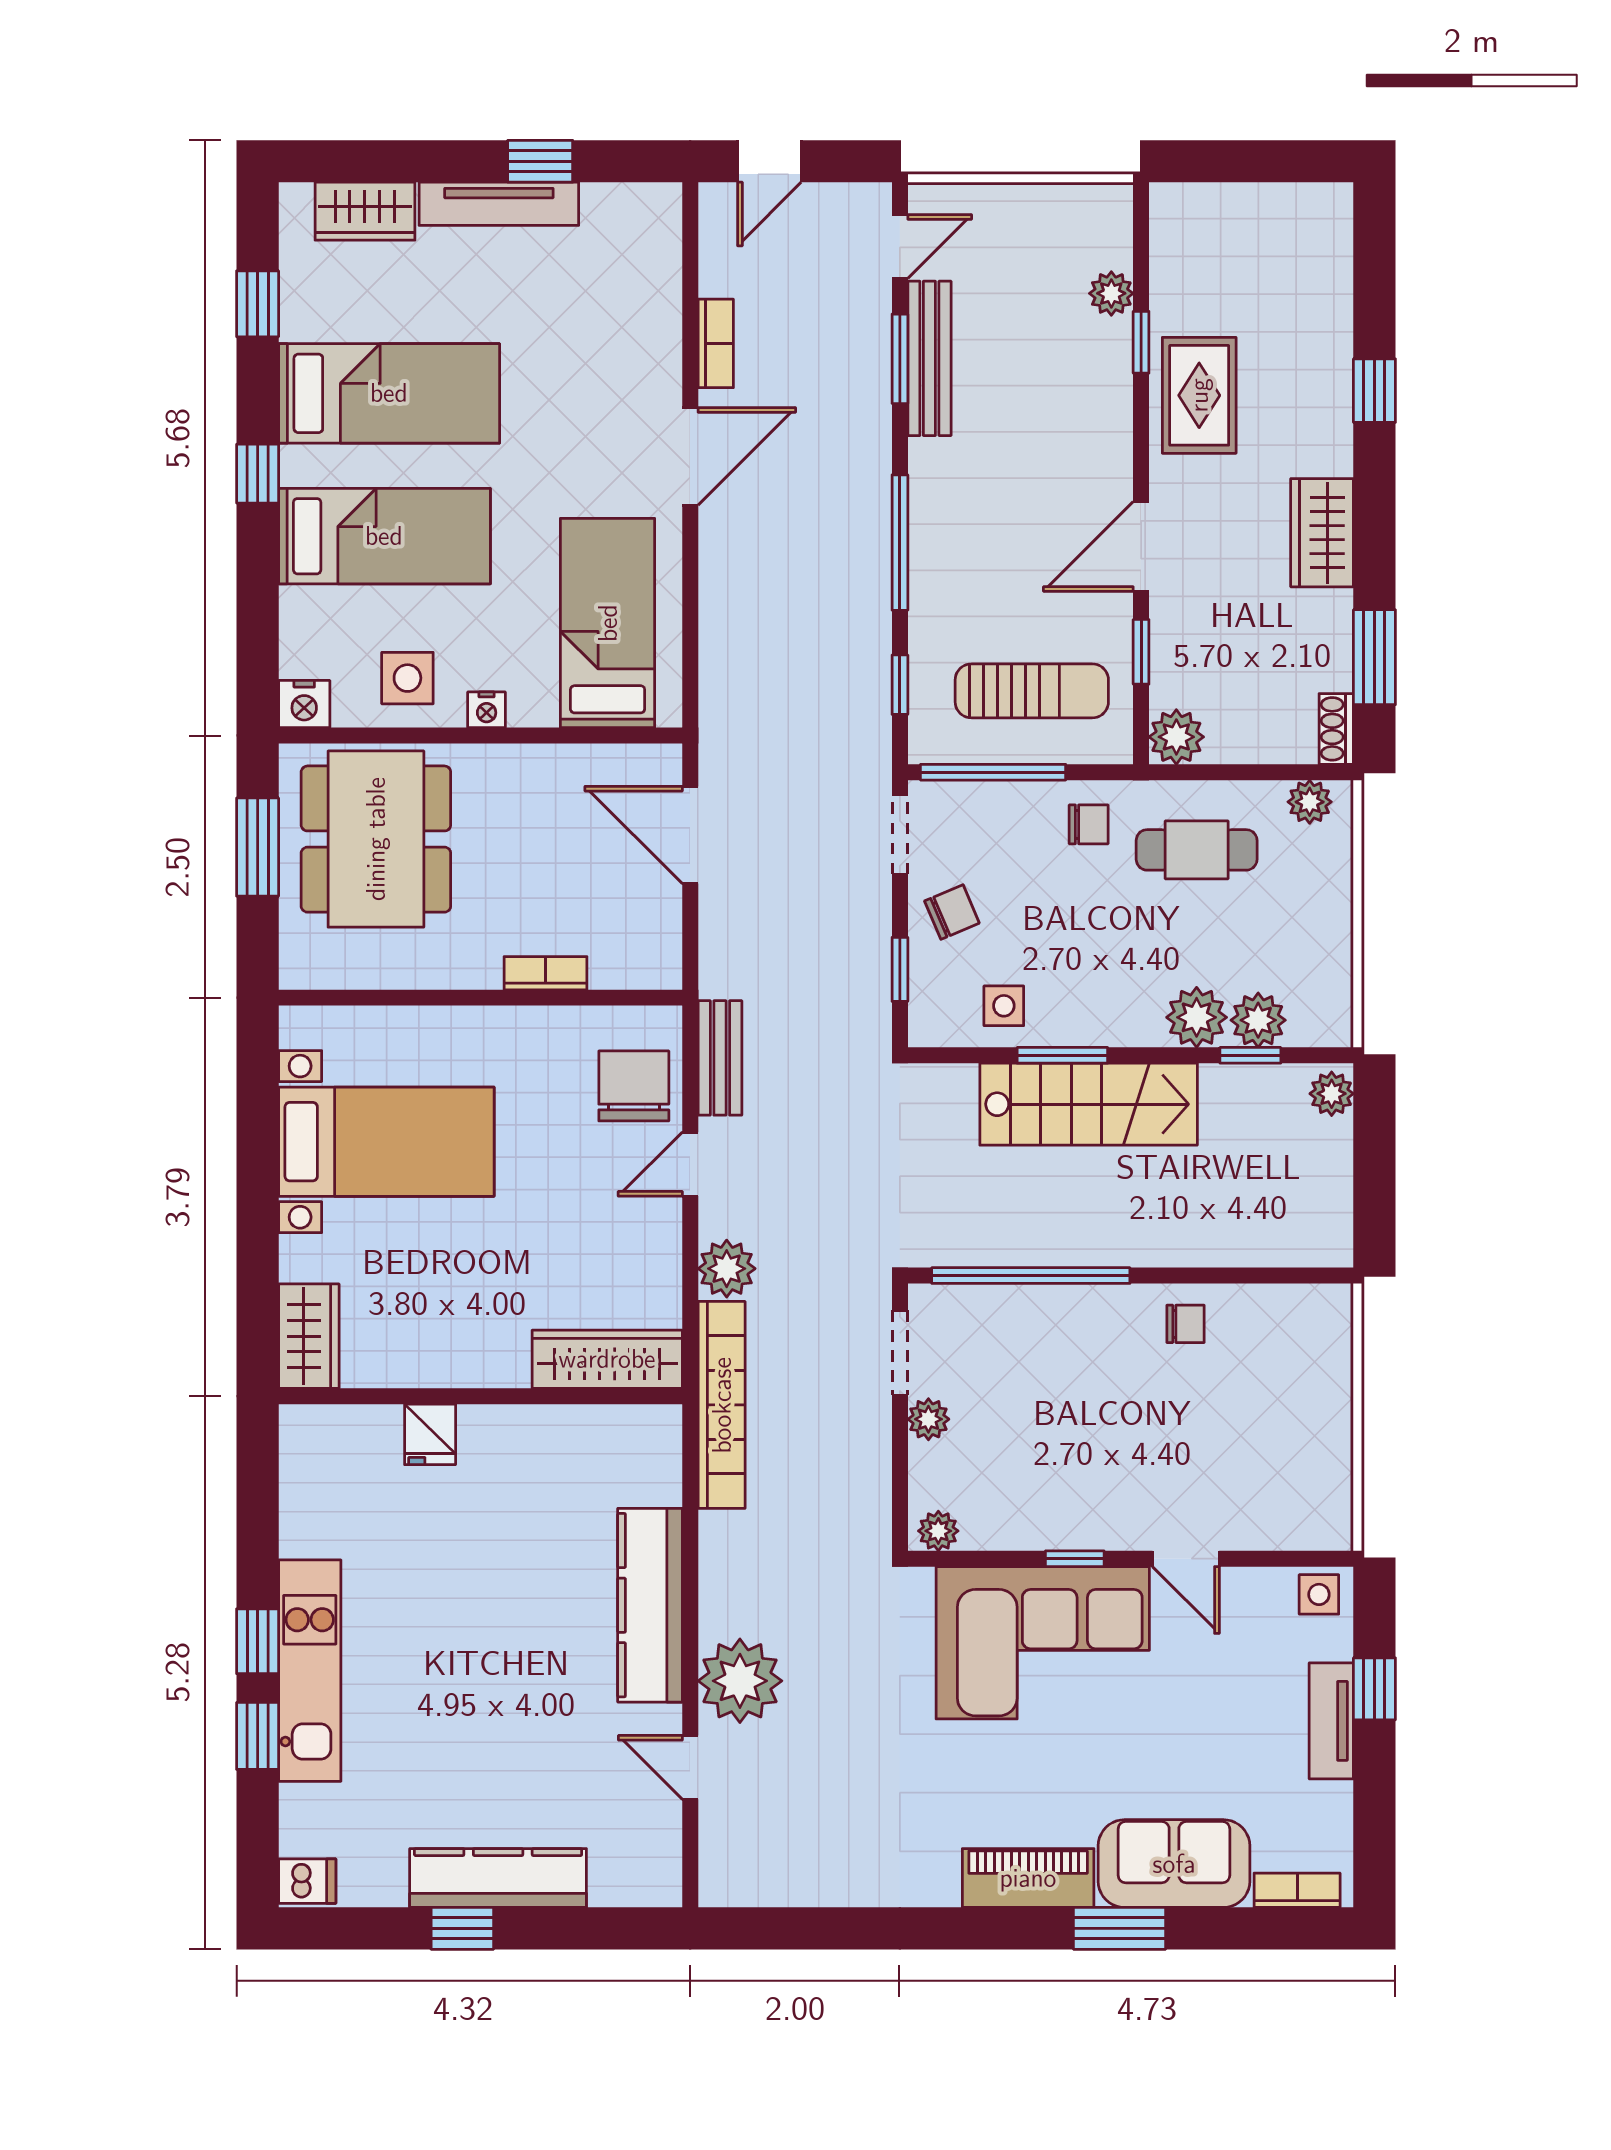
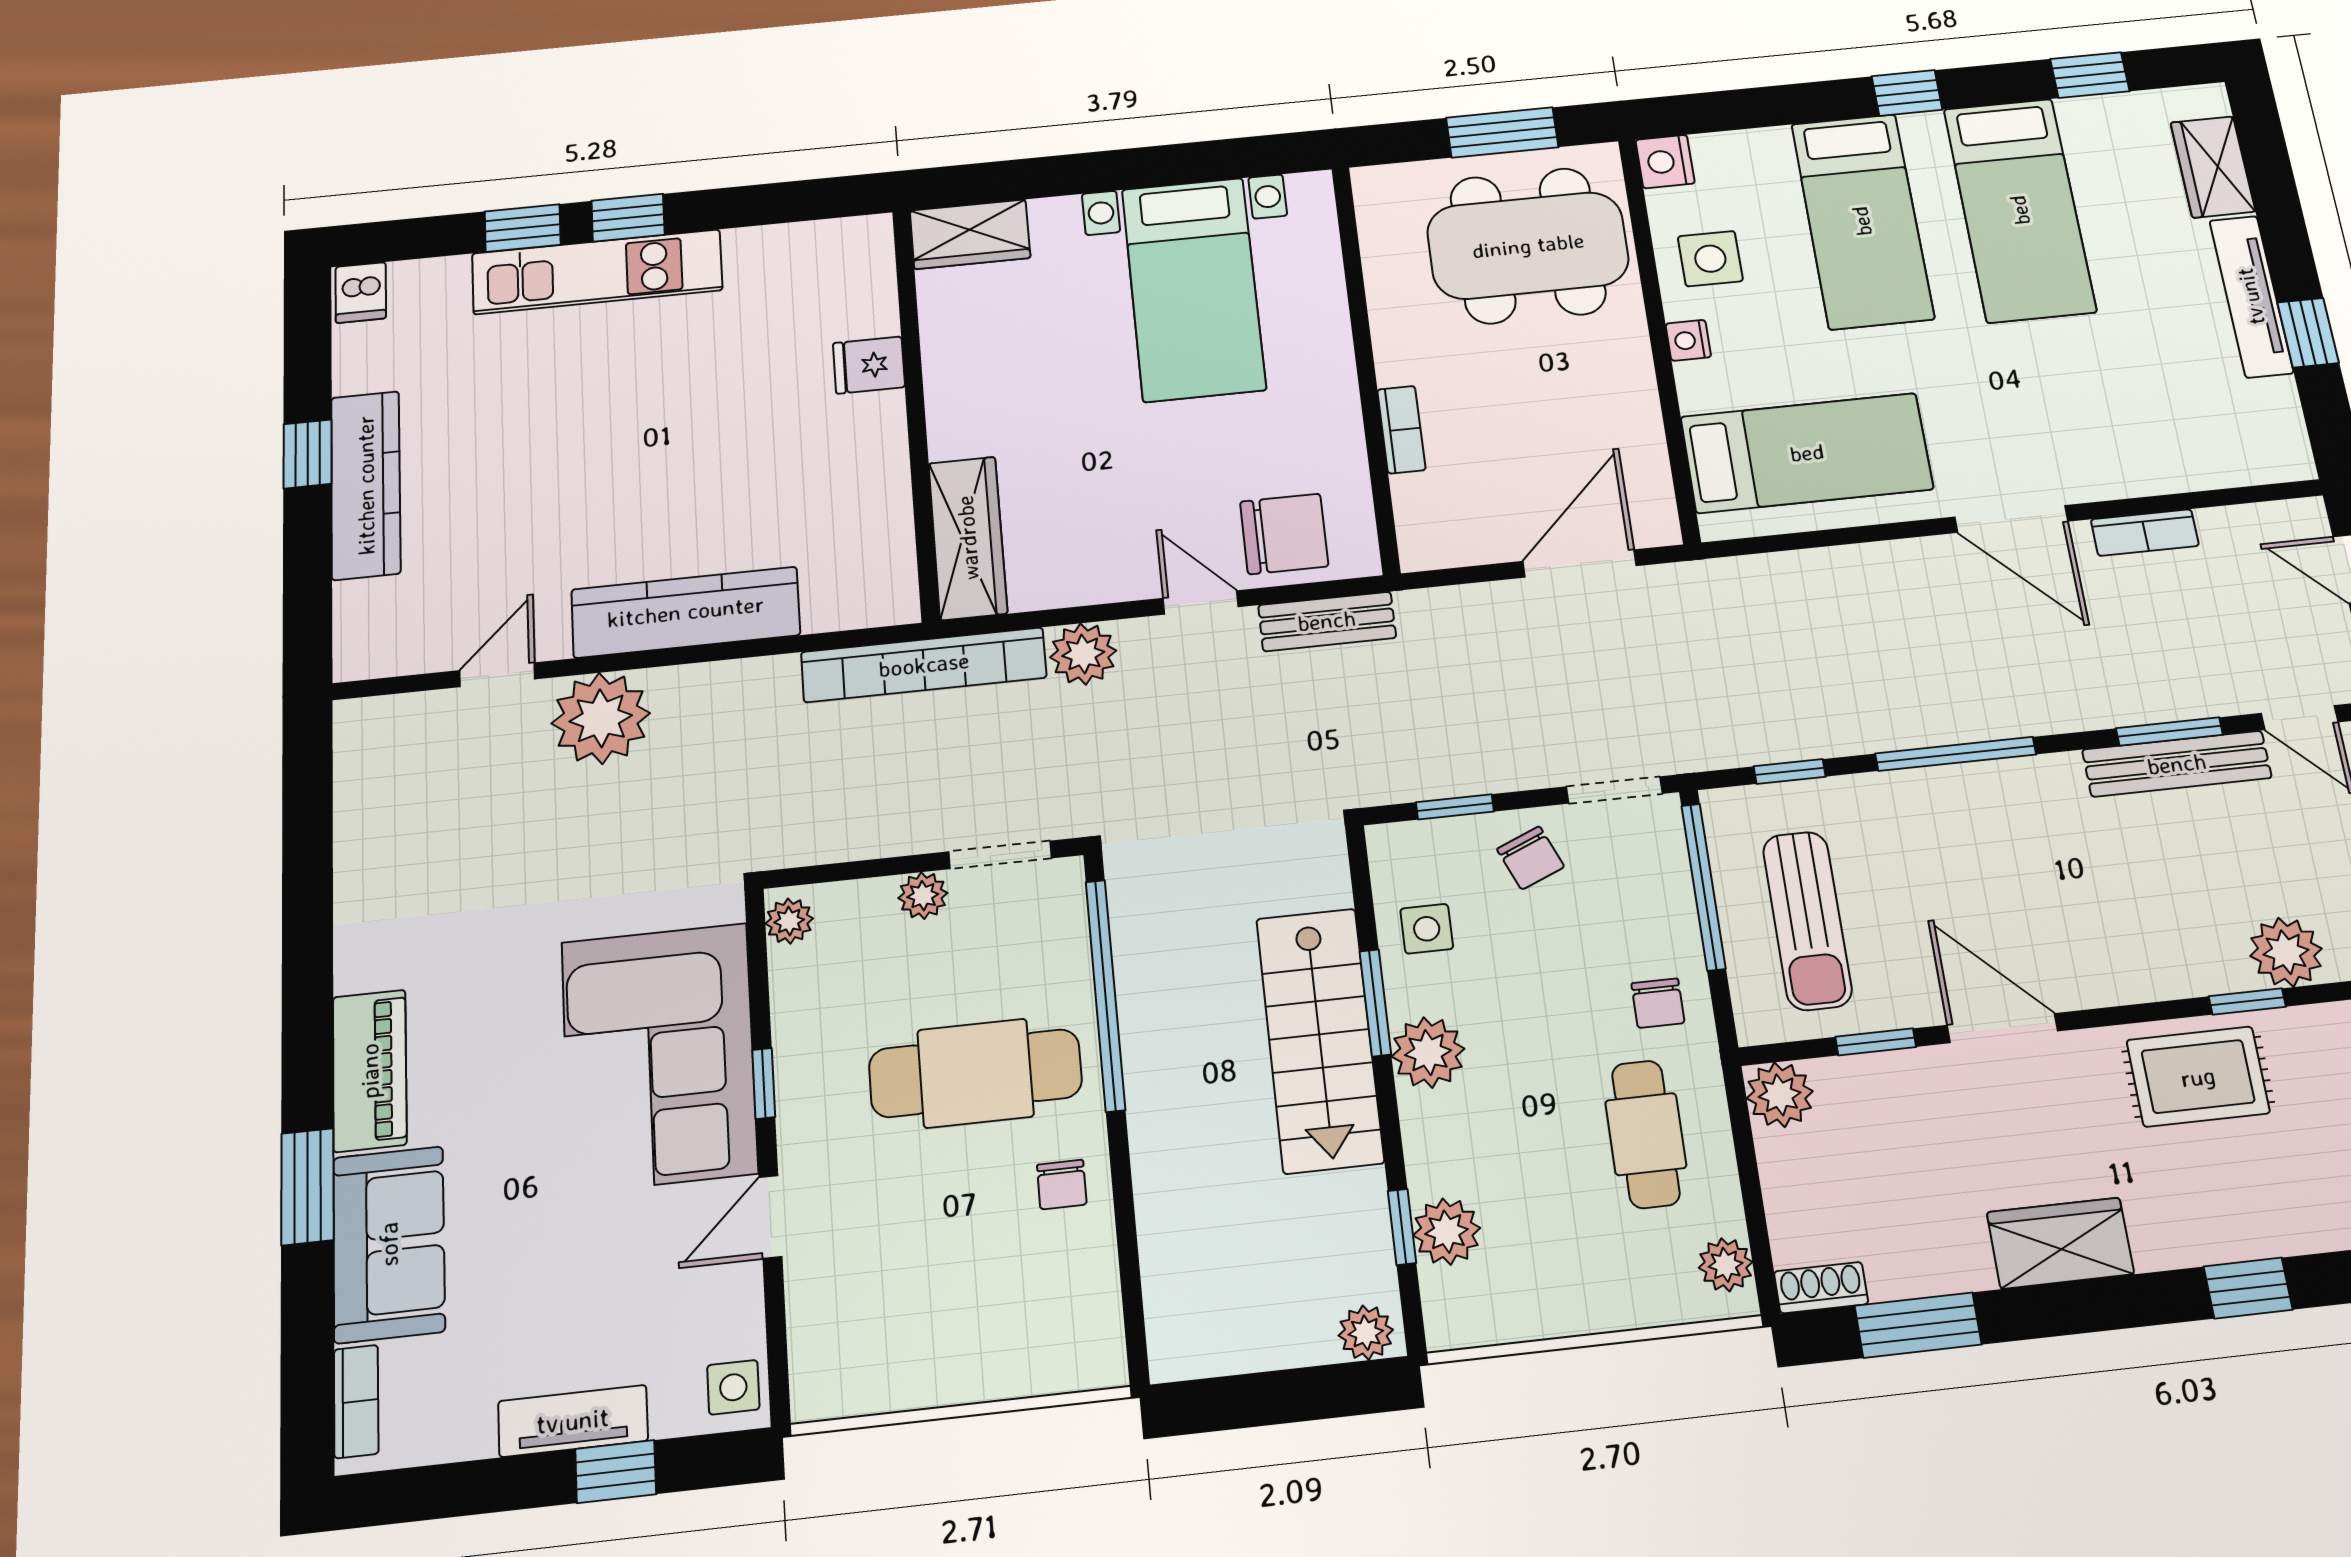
plant: (1111, 293) -> (2286, 952), width x1.38, depth x1.38
plant: (1197, 1017) -> (1428, 1053), moved
cafe table: (1085, 1387) -> (975, 1073), added

